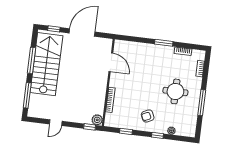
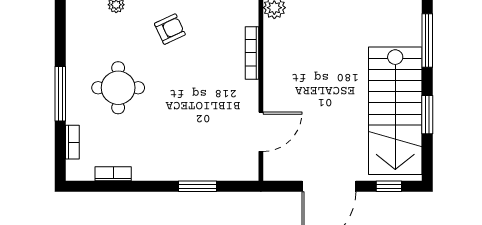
window: (164, 43) -> (198, 186), moved
window: (32, 60) -> (427, 115), width x0.69
door: (111, 62) -> (261, 132), swing flipped
window: (202, 103) -> (60, 94), moved

